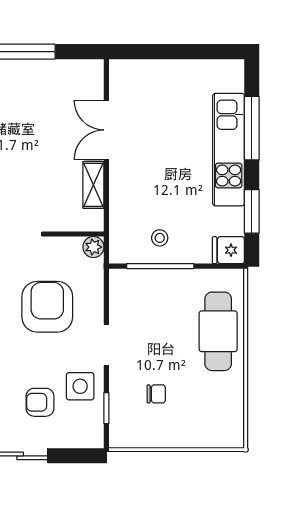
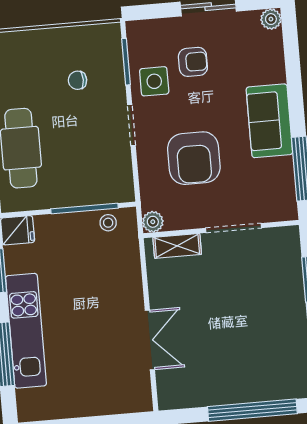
shelving: (93, 185) -> (177, 246), moved, turned 90
stool: (160, 238) -> (108, 223), moved
window: (106, 408) -> (126, 62), width x1.50

